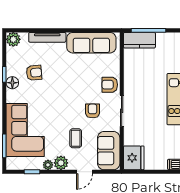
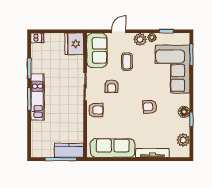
plant: (13, 39) -> (183, 140), moved
armchair: (34, 73) -> (150, 107), moved

